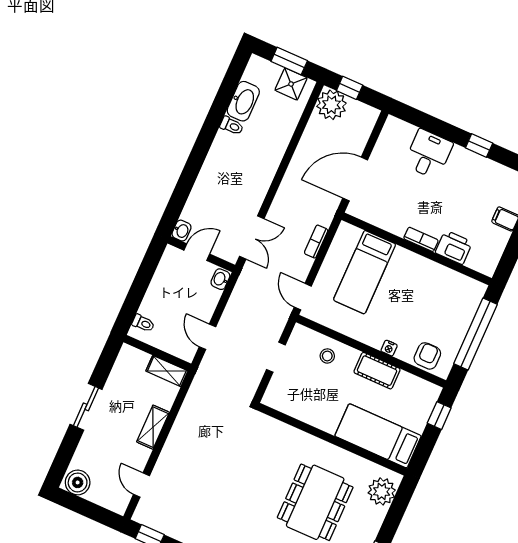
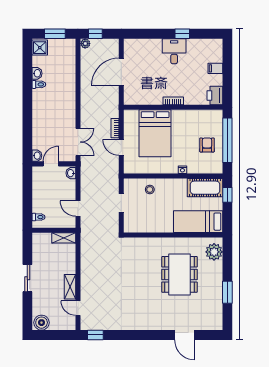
shower: (291, 84) -> (40, 48), moved
washbasin: (243, 101) -> (37, 73), width x0.52, depth x0.69
plant: (331, 105) -> (85, 44), width x0.53, depth x0.53
desk: (428, 154) -> (174, 51), moved
door: (355, 179) -> (121, 72), moved
printer: (454, 247) -> (215, 96), moved, turned -90
bed: (365, 272) -> (155, 133), width x1.50
door: (303, 297) -> (121, 147), moved
armchair: (427, 356) -> (207, 145), moved
cot: (377, 371) -> (205, 188), moved, width x1.37, depth x1.34
shelving: (153, 427) -> (70, 287), moved

